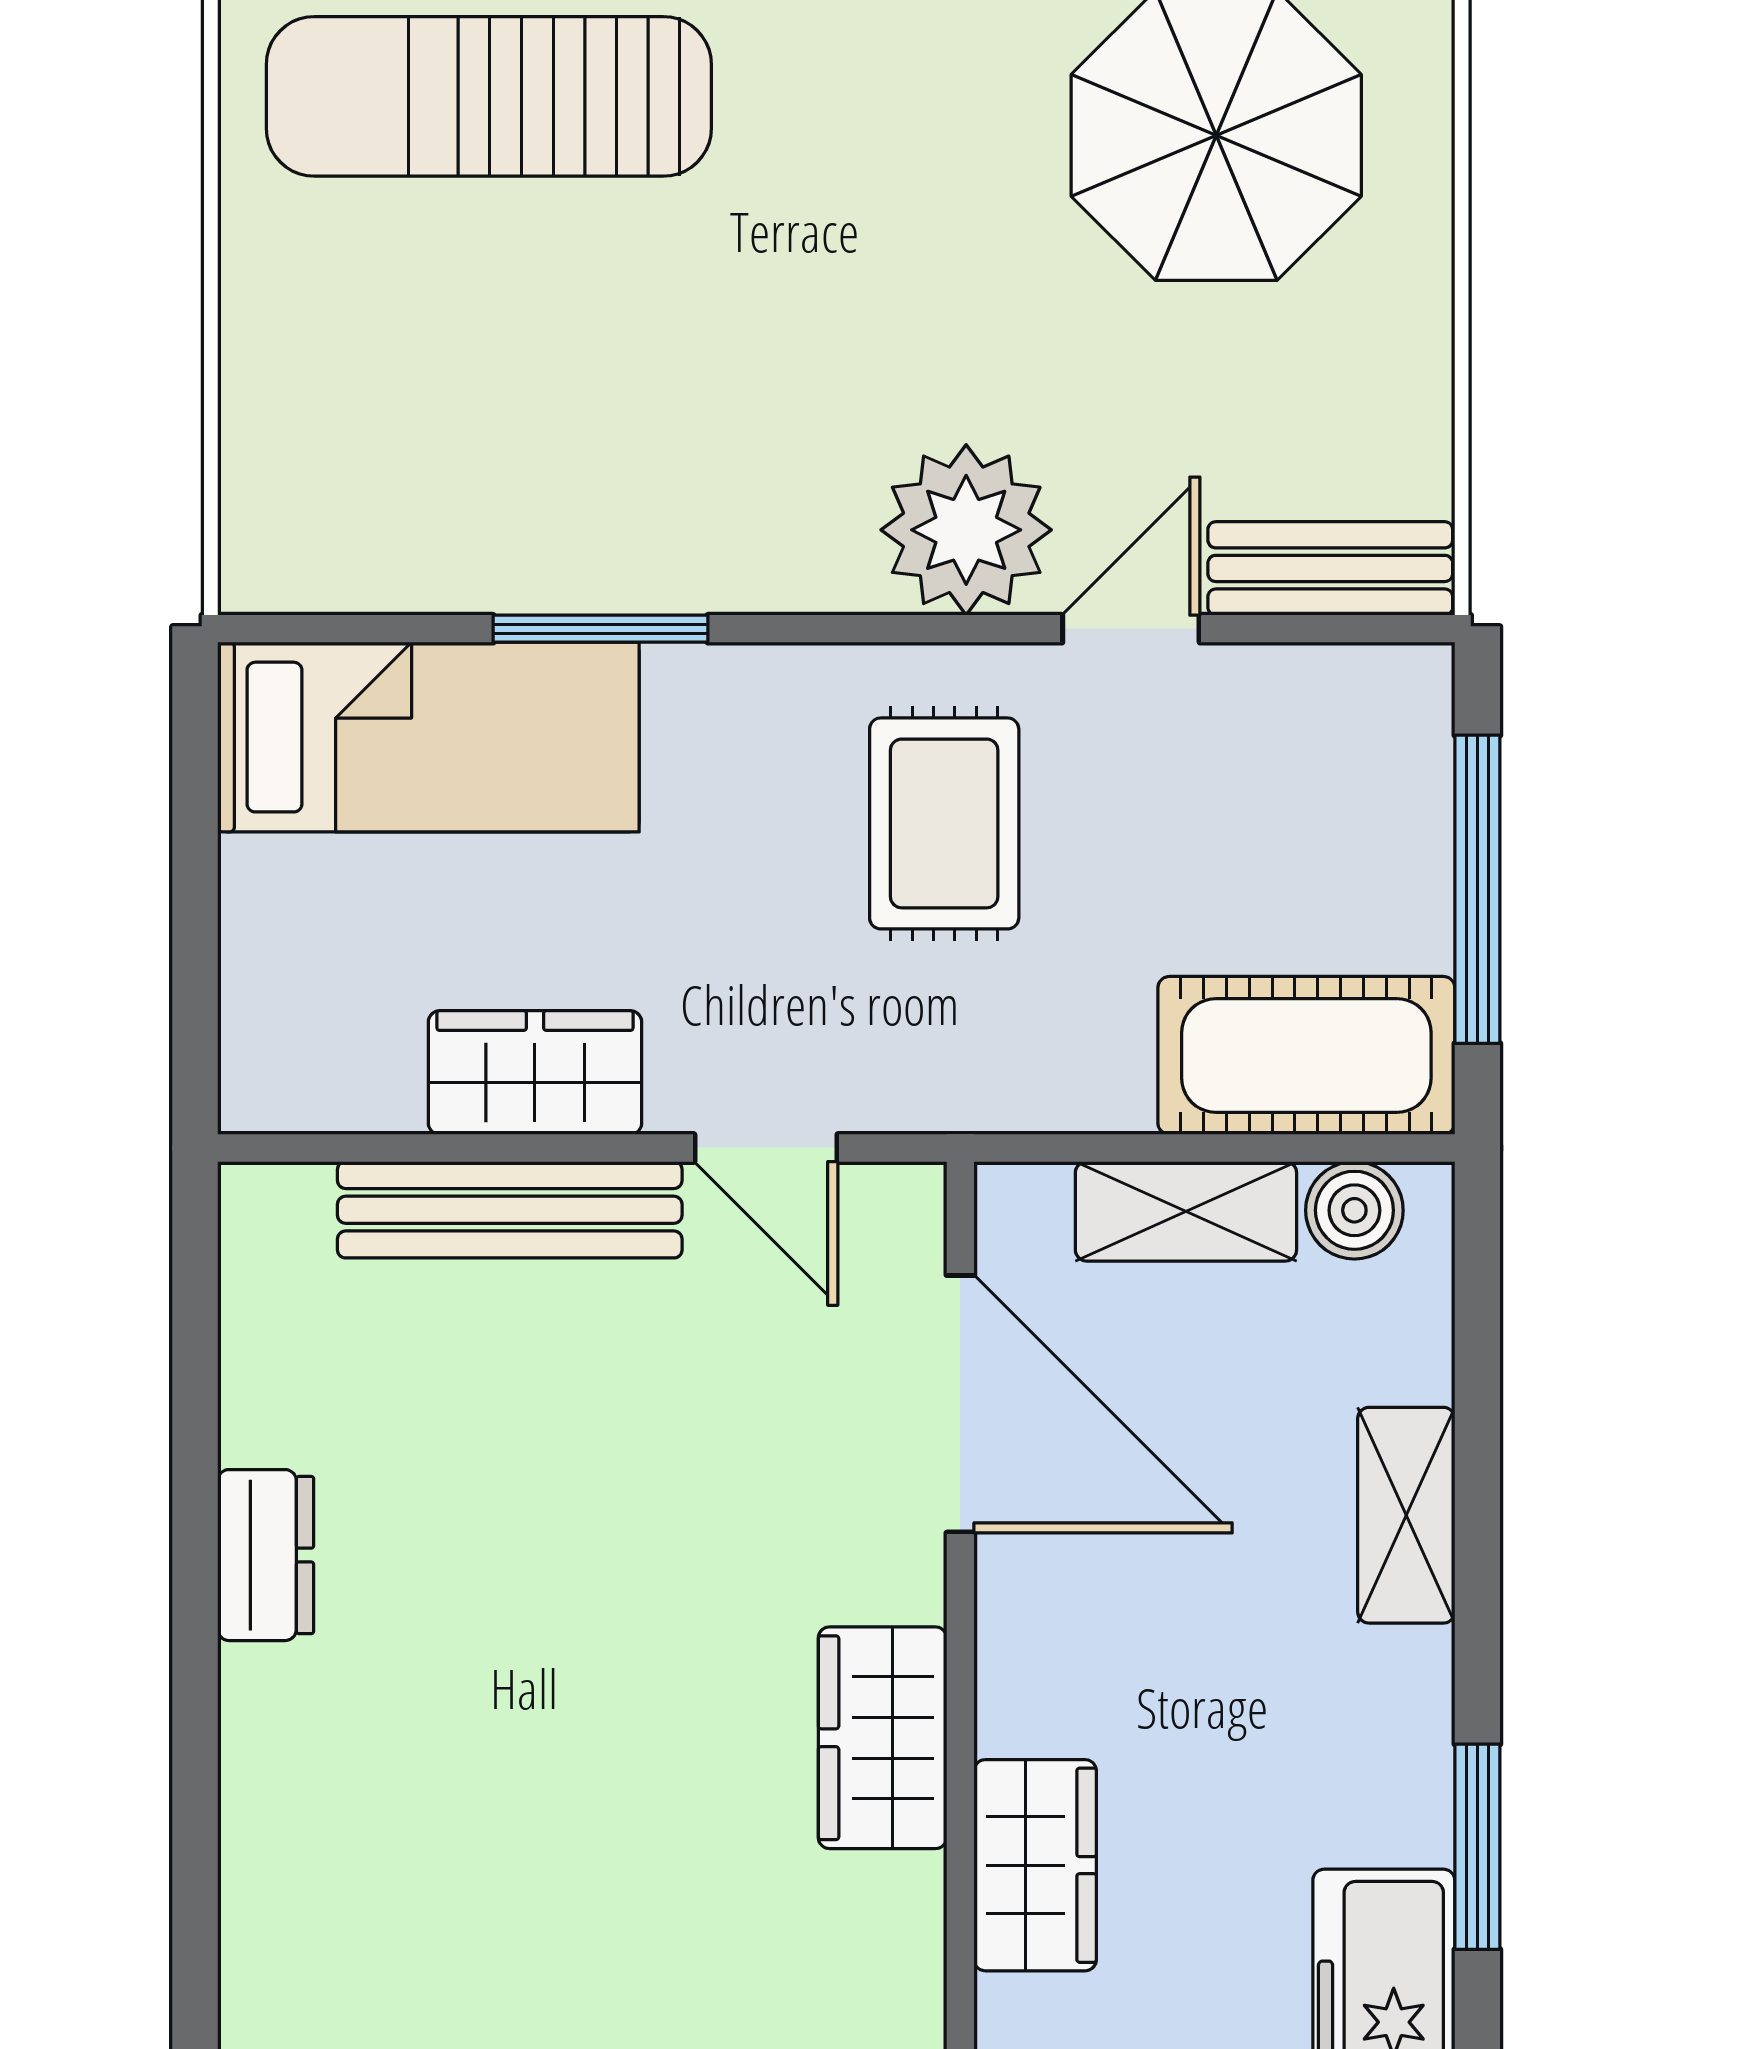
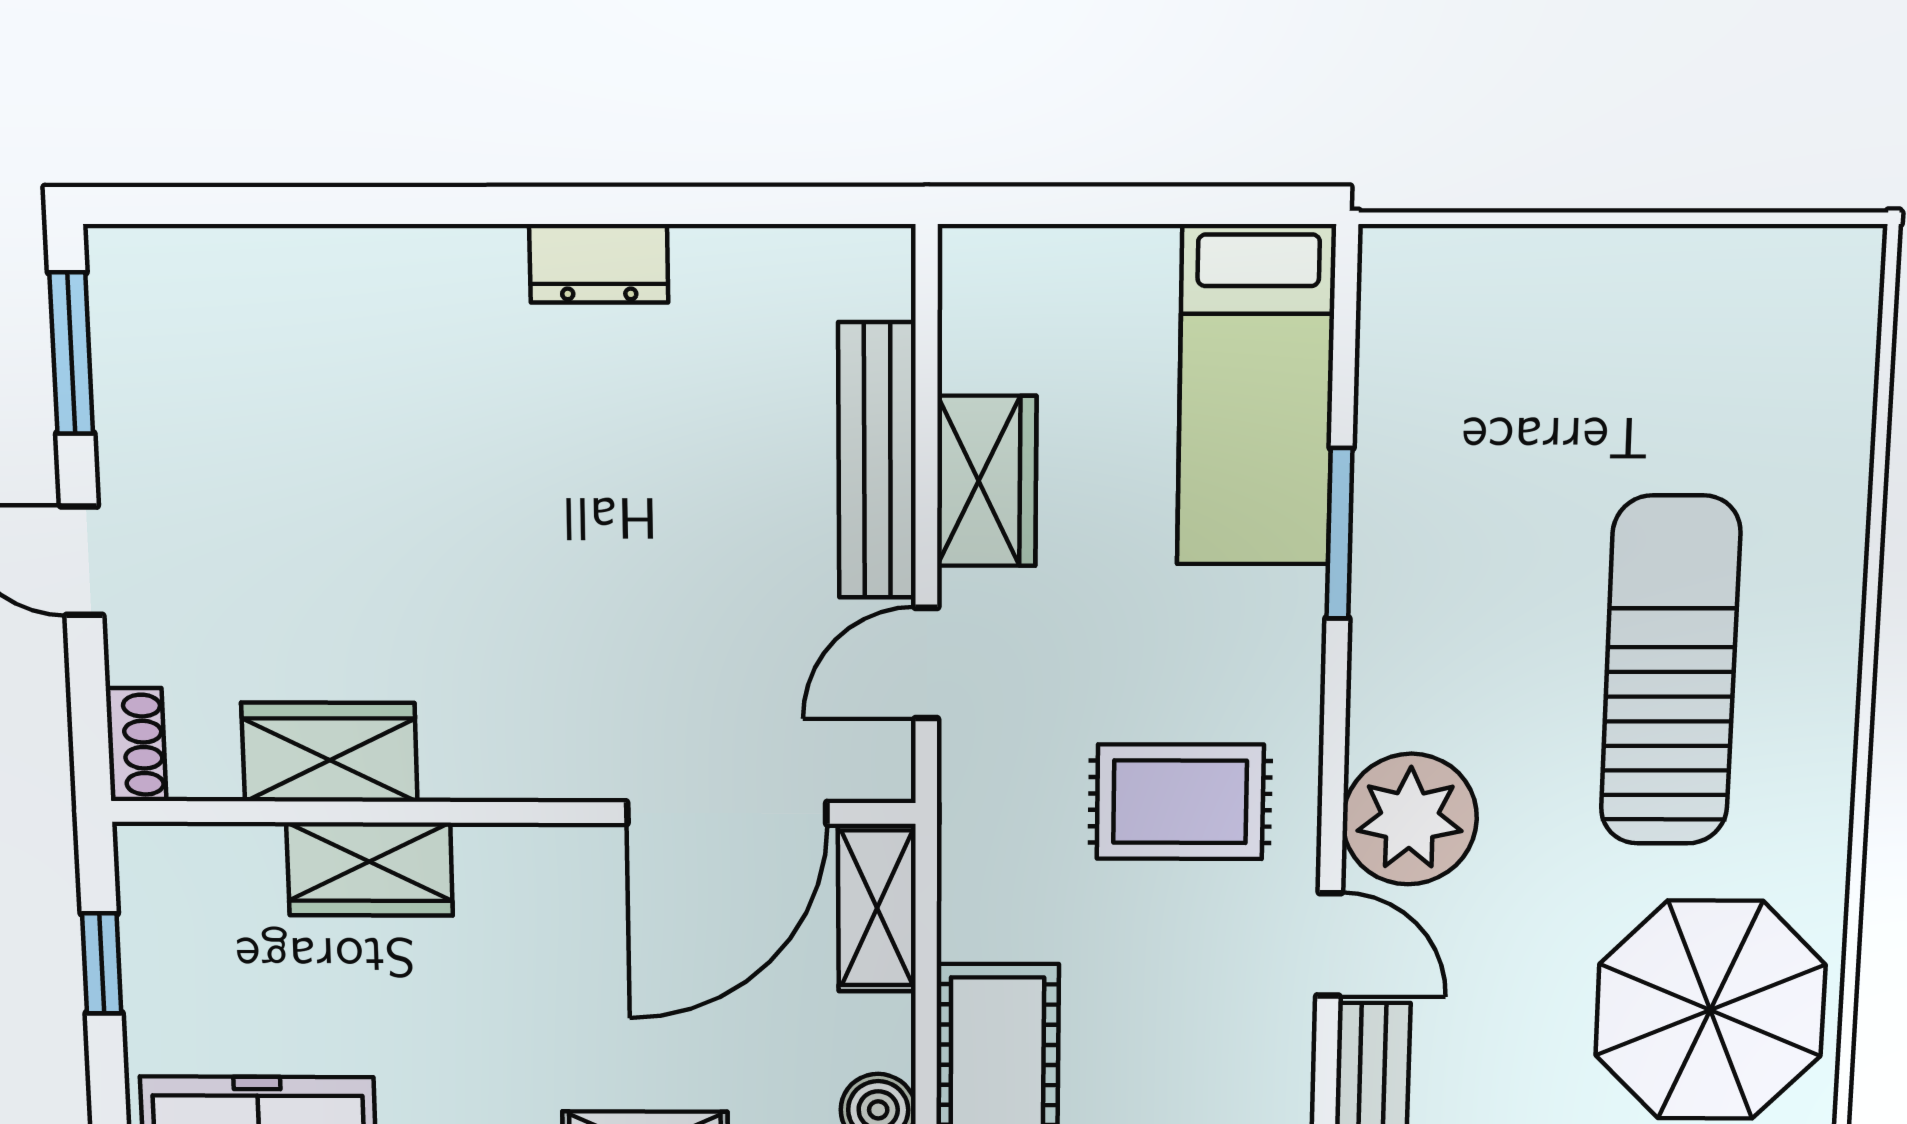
sun lounger: (489, 96) -> (1670, 671), moved
shelving: (1186, 1211) -> (877, 908), moved
wardrobe: (883, 1738) -> (329, 752), moved

